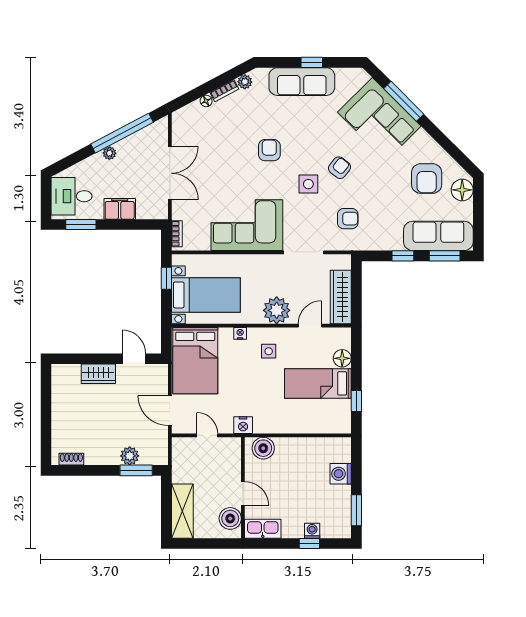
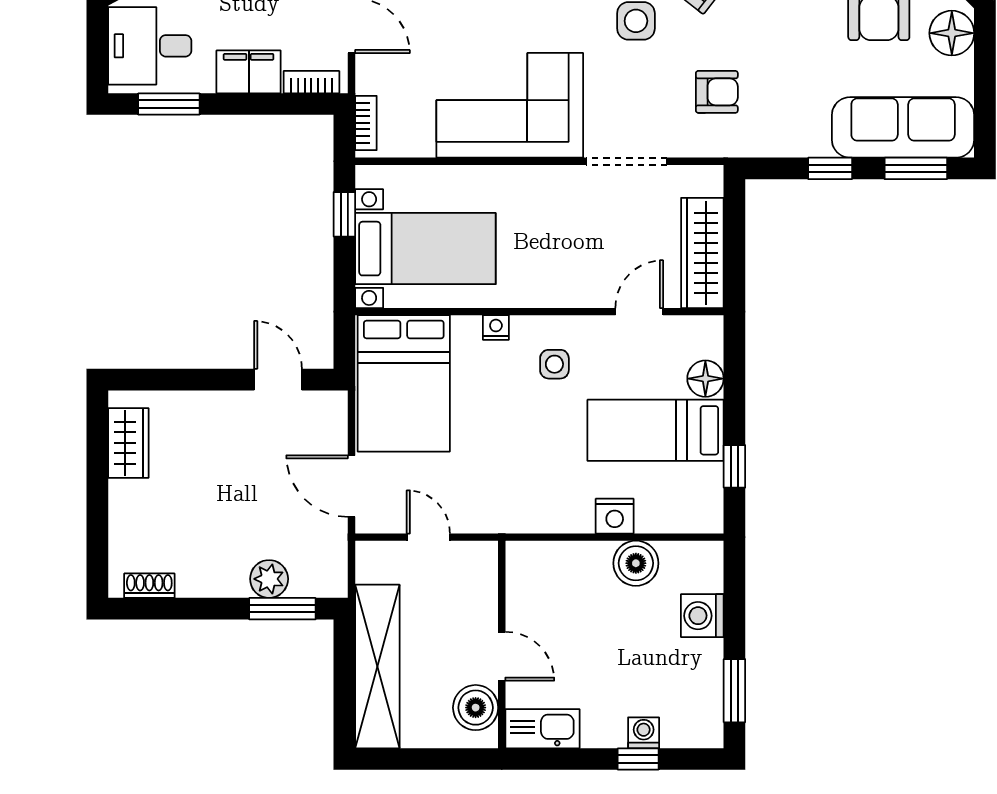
bookcase: (150, 214) -> (311, 82), added
plant: (277, 310) -> (571, 280), removed
wardrobe: (98, 374) -> (128, 443), moved, turned -90
nightstand: (243, 425) -> (615, 516), moved
boiler: (263, 448) -> (636, 563), moved
shelving: (182, 511) -> (377, 666), width x1.47

